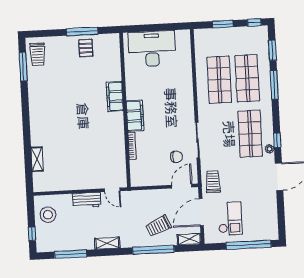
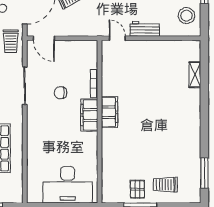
trolley: (37, 54) -> (165, 185), moved, turned -90
filing cabinet: (115, 96) -> (109, 112), moved
chair: (176, 157) -> (61, 93), moved
door: (182, 186) -> (44, 38), hinge flipped

